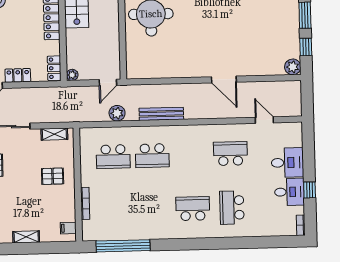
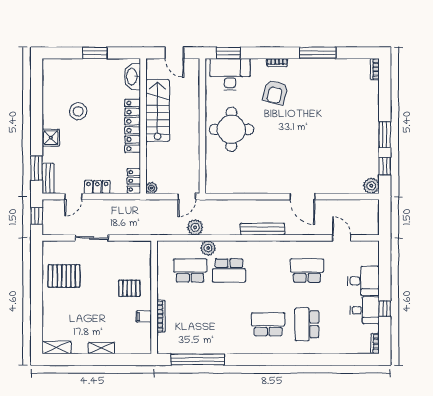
bench: (161, 114) -> (262, 229), moved
shelving: (54, 134) -> (132, 247), removed
plant: (131, 134) -> (208, 248), added
school desk: (113, 157) -> (190, 270), turned 180
filing cabinet: (68, 228) -> (144, 317), moved

